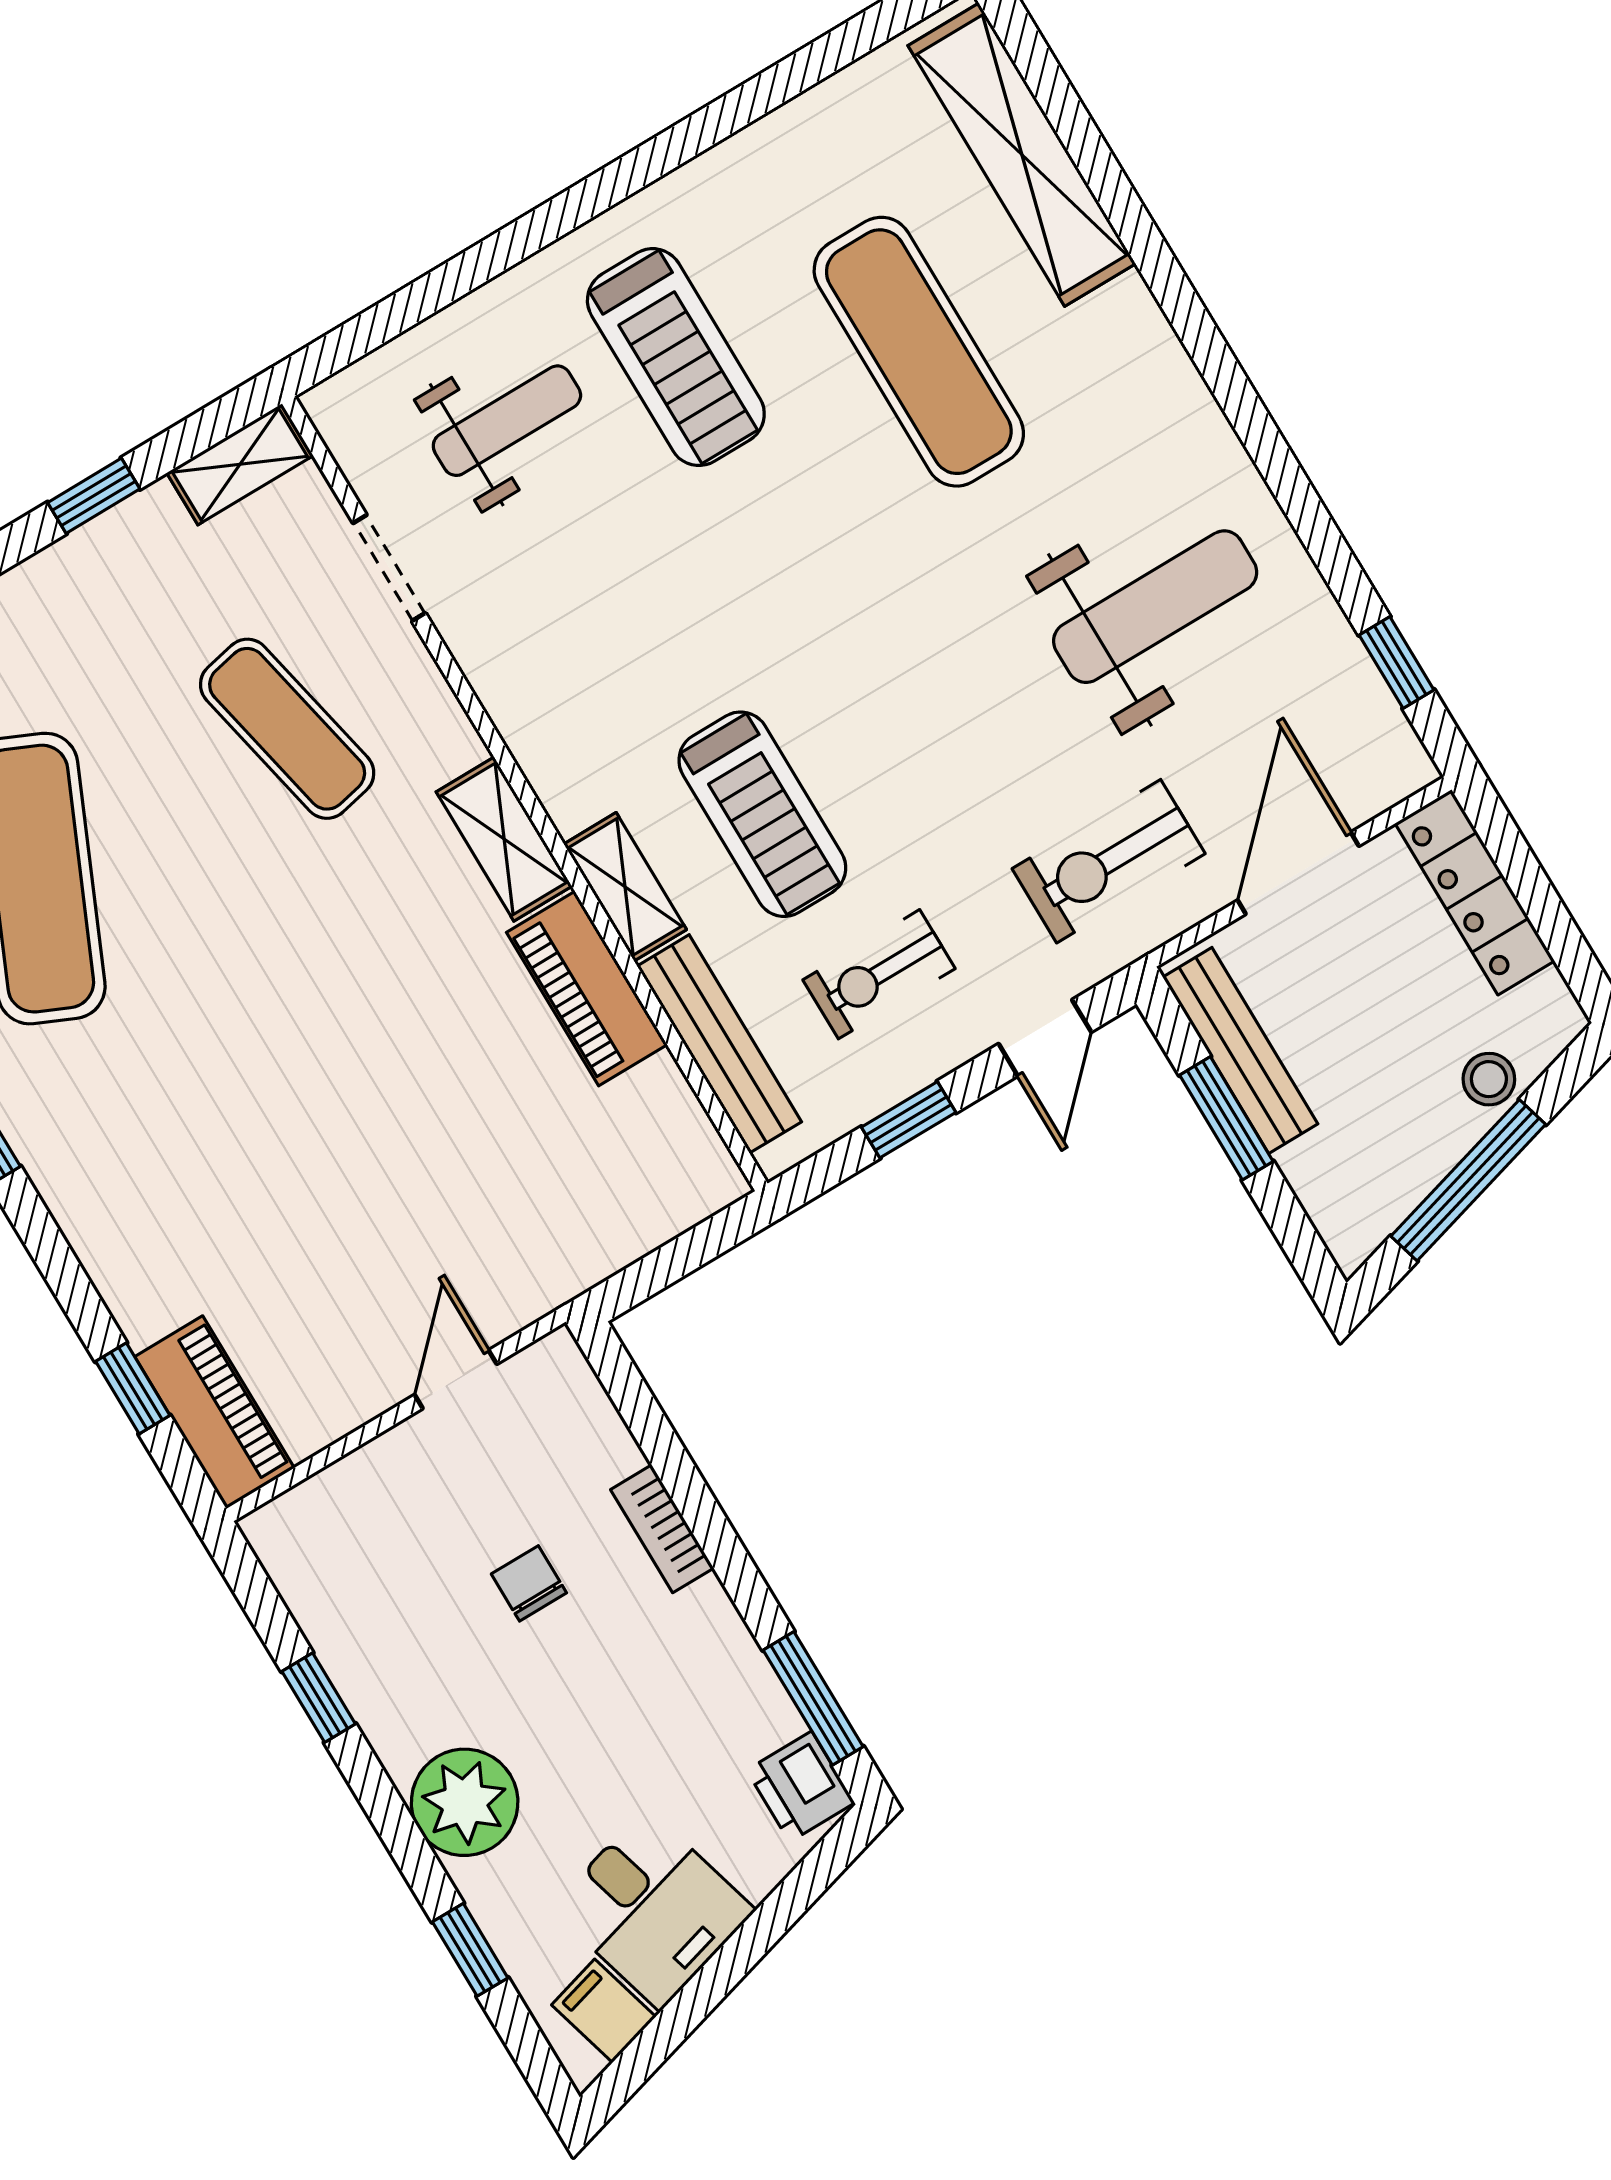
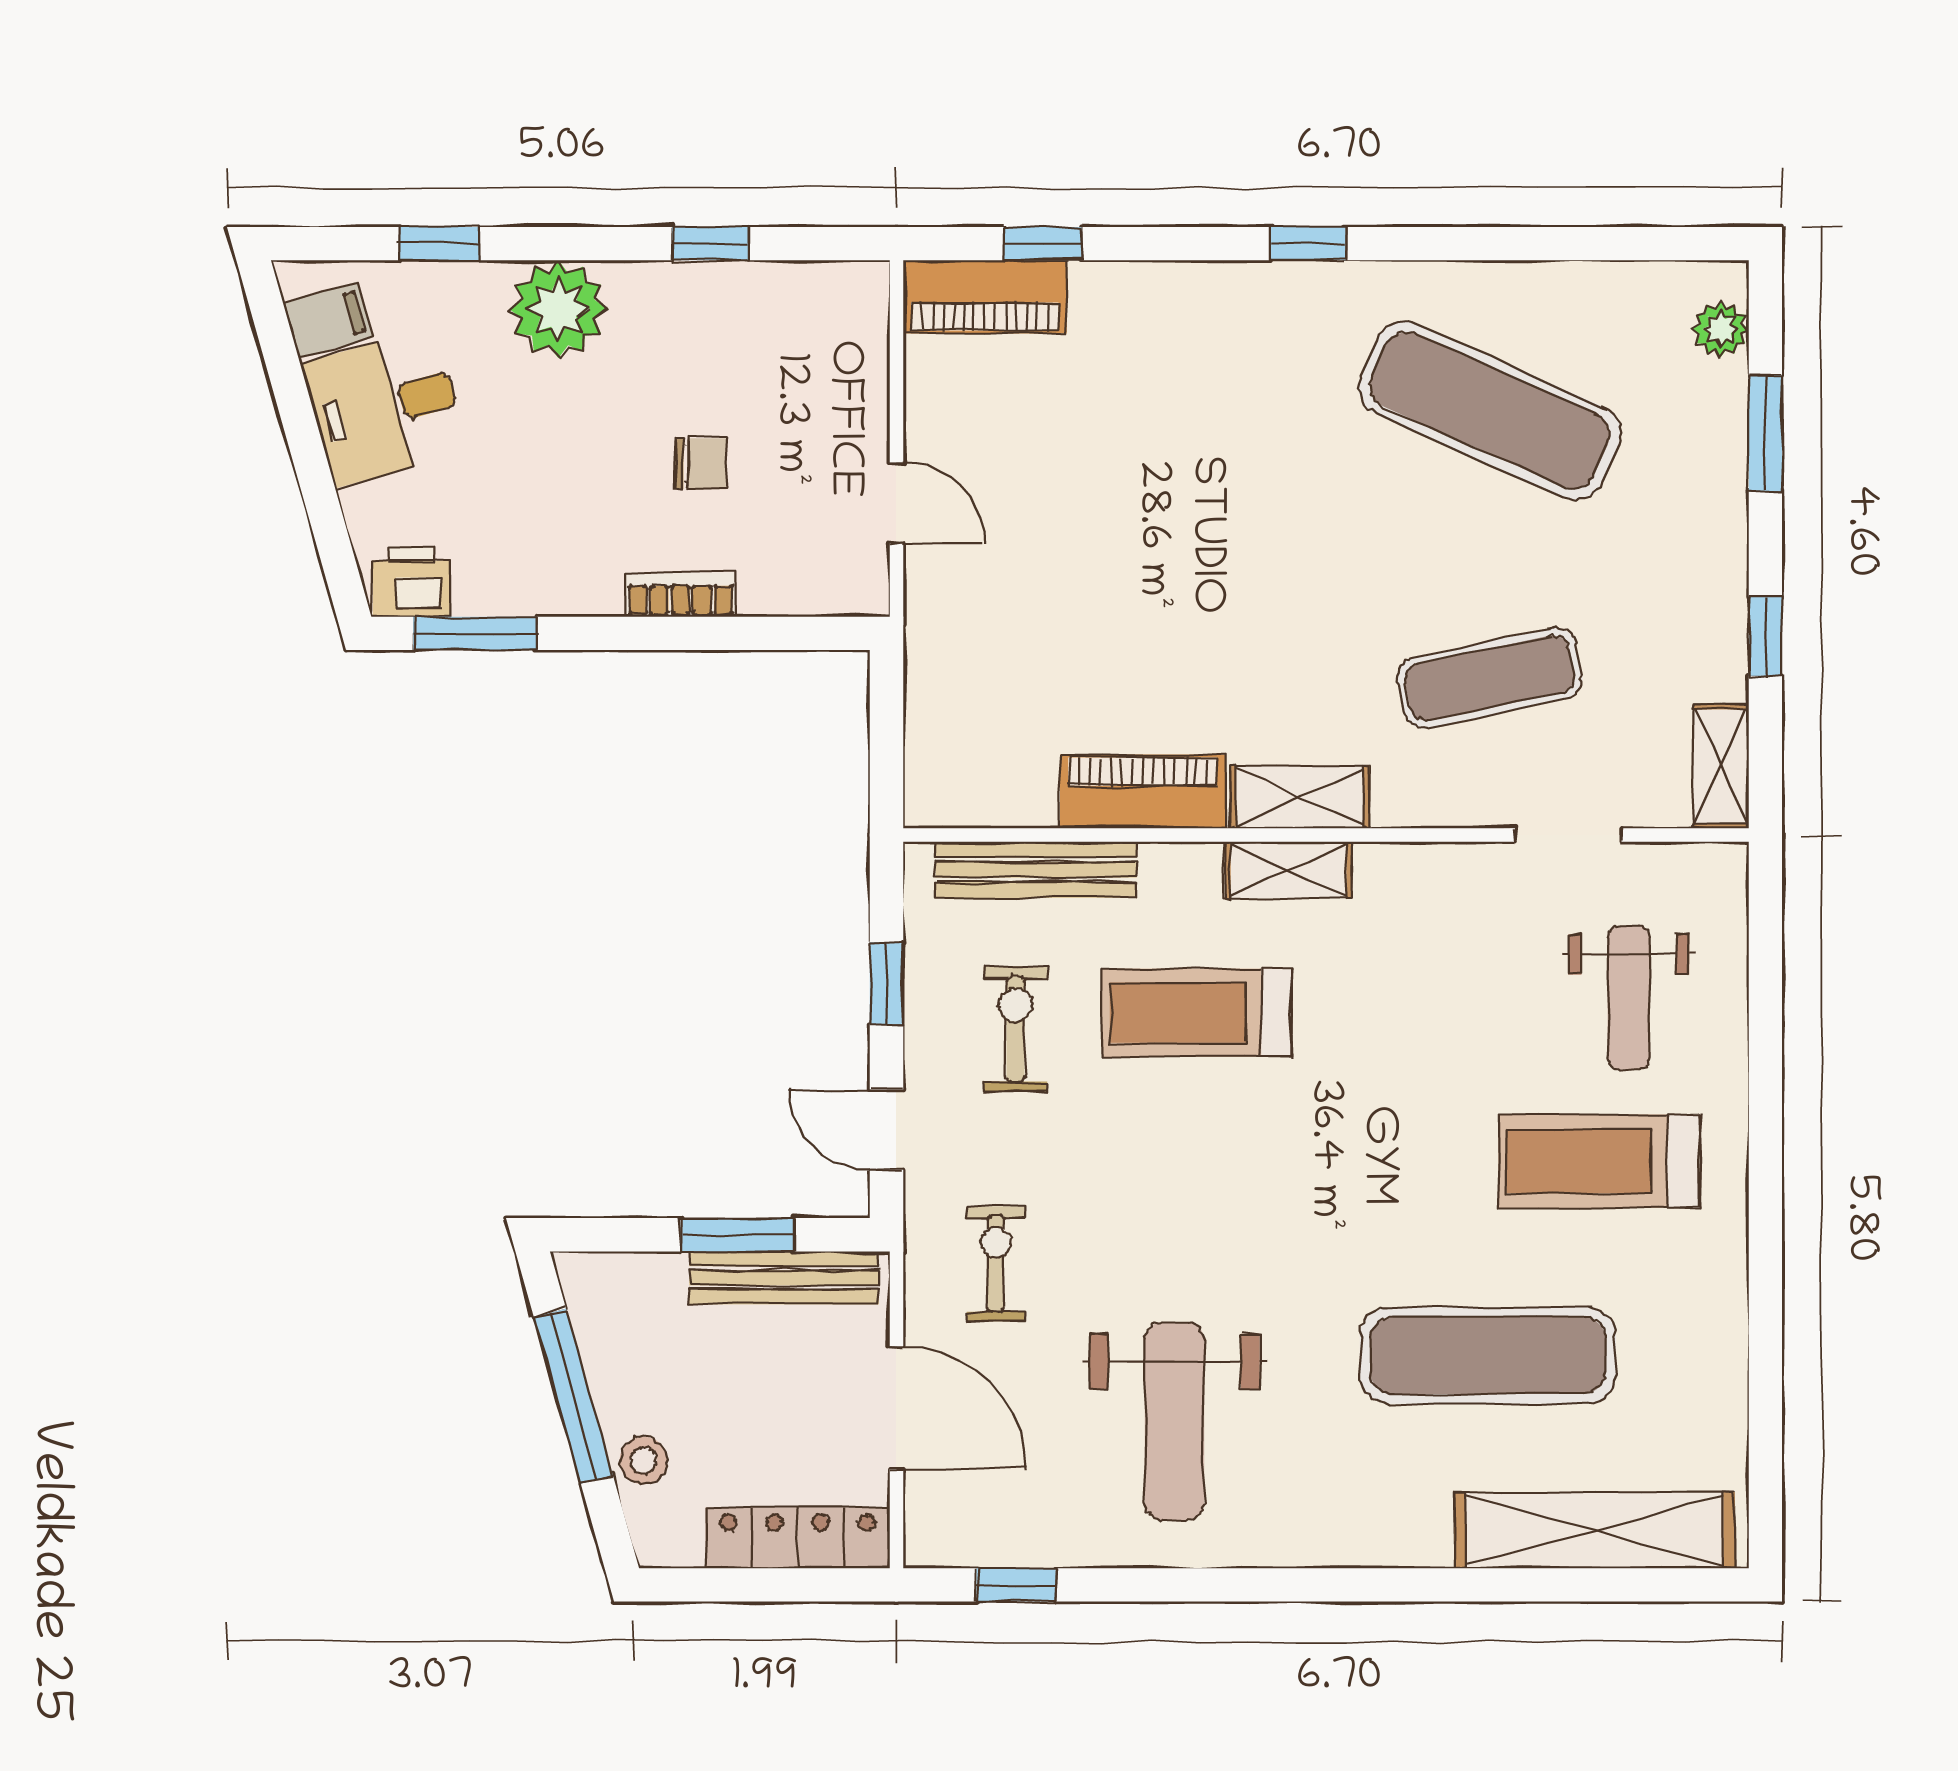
exercise bike: (1109, 861) -> (996, 1264), width x0.73, depth x0.72
shelving: (625, 887) -> (1289, 870), moved

